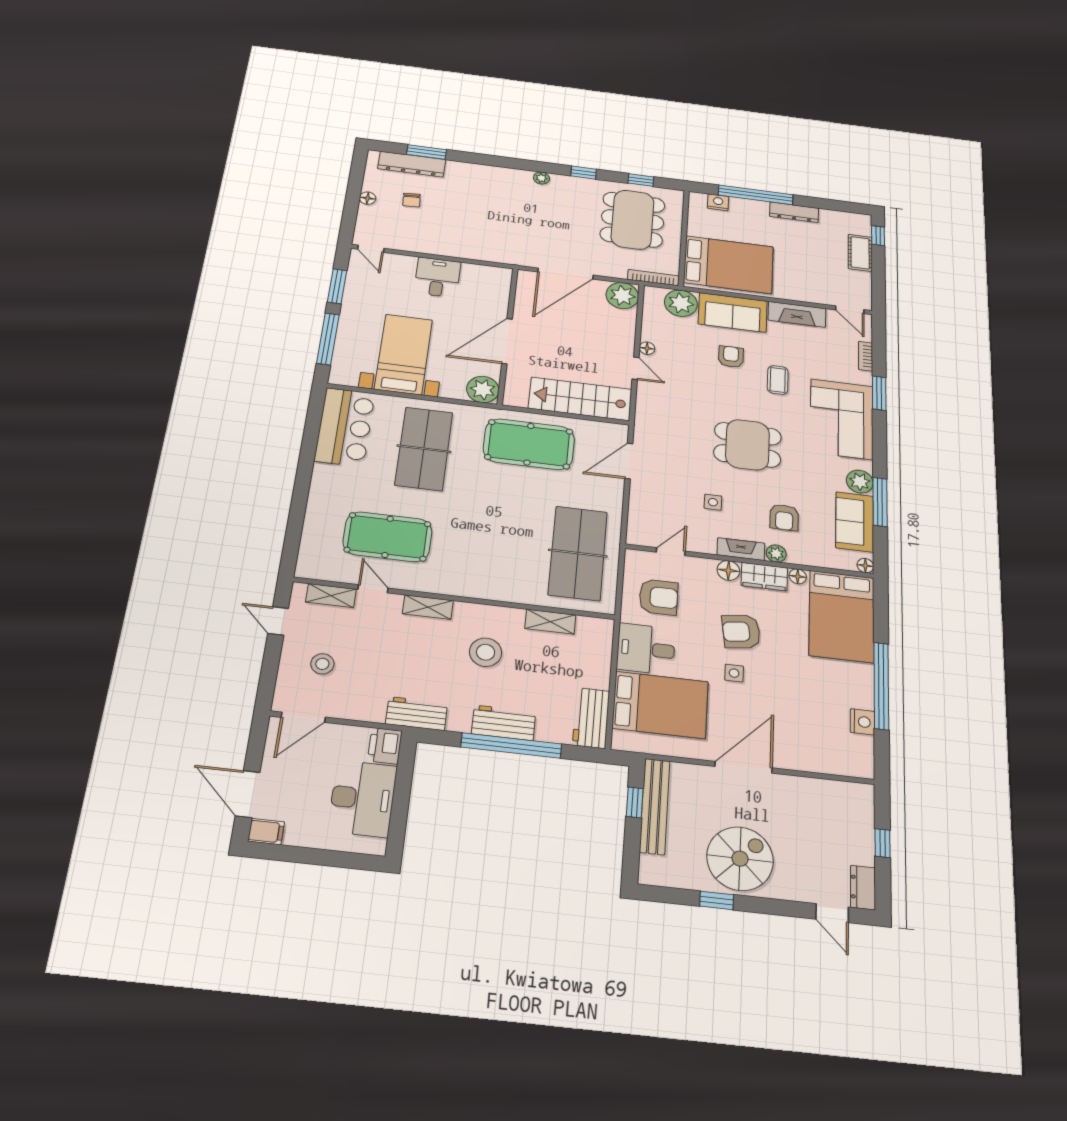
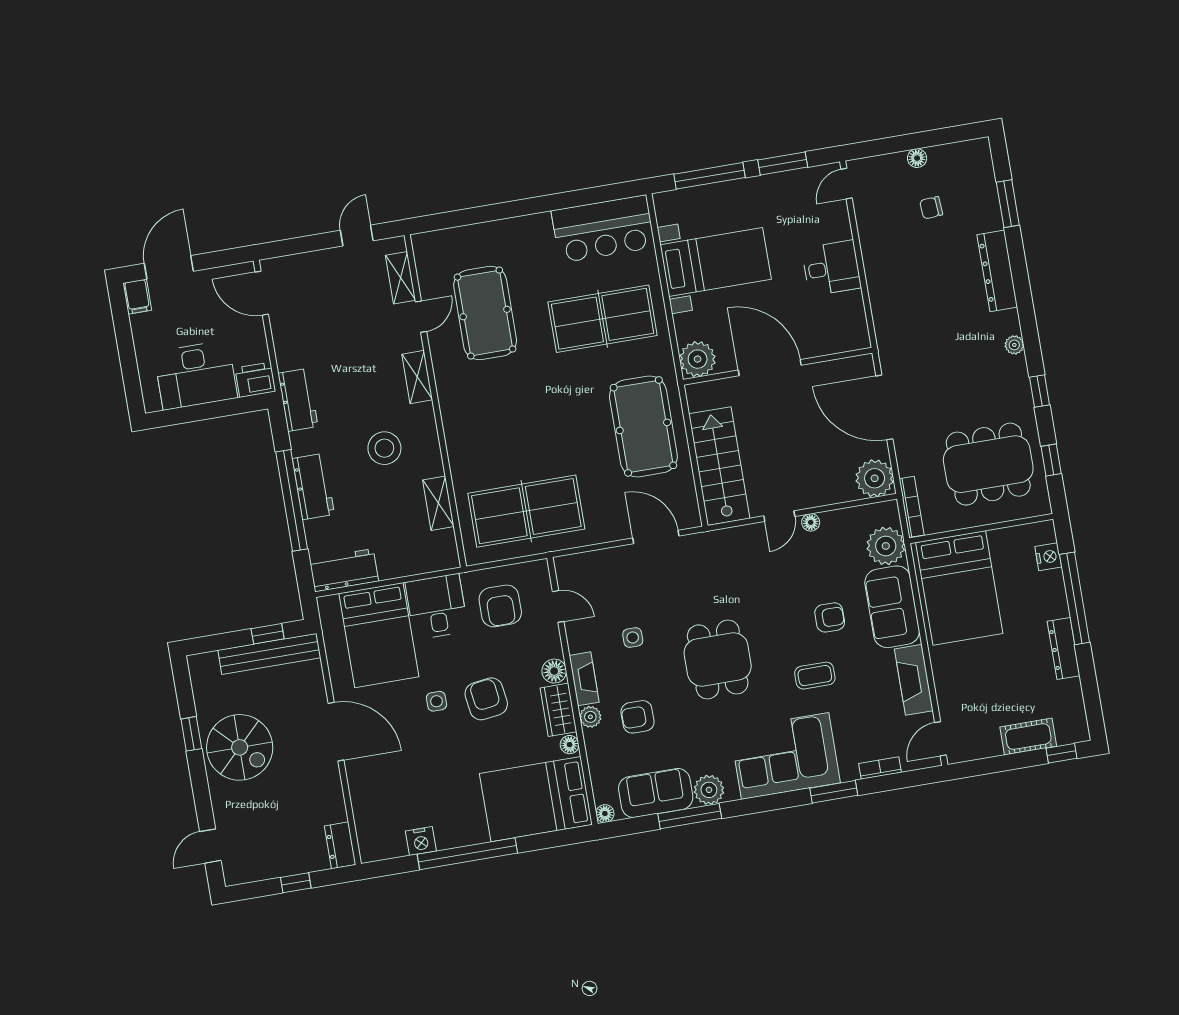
dresser: (412, 164) -> (997, 271), moved
stool: (322, 664) -> (323, 293), removed
dresser: (863, 888) -> (340, 845), moved, turned -90

